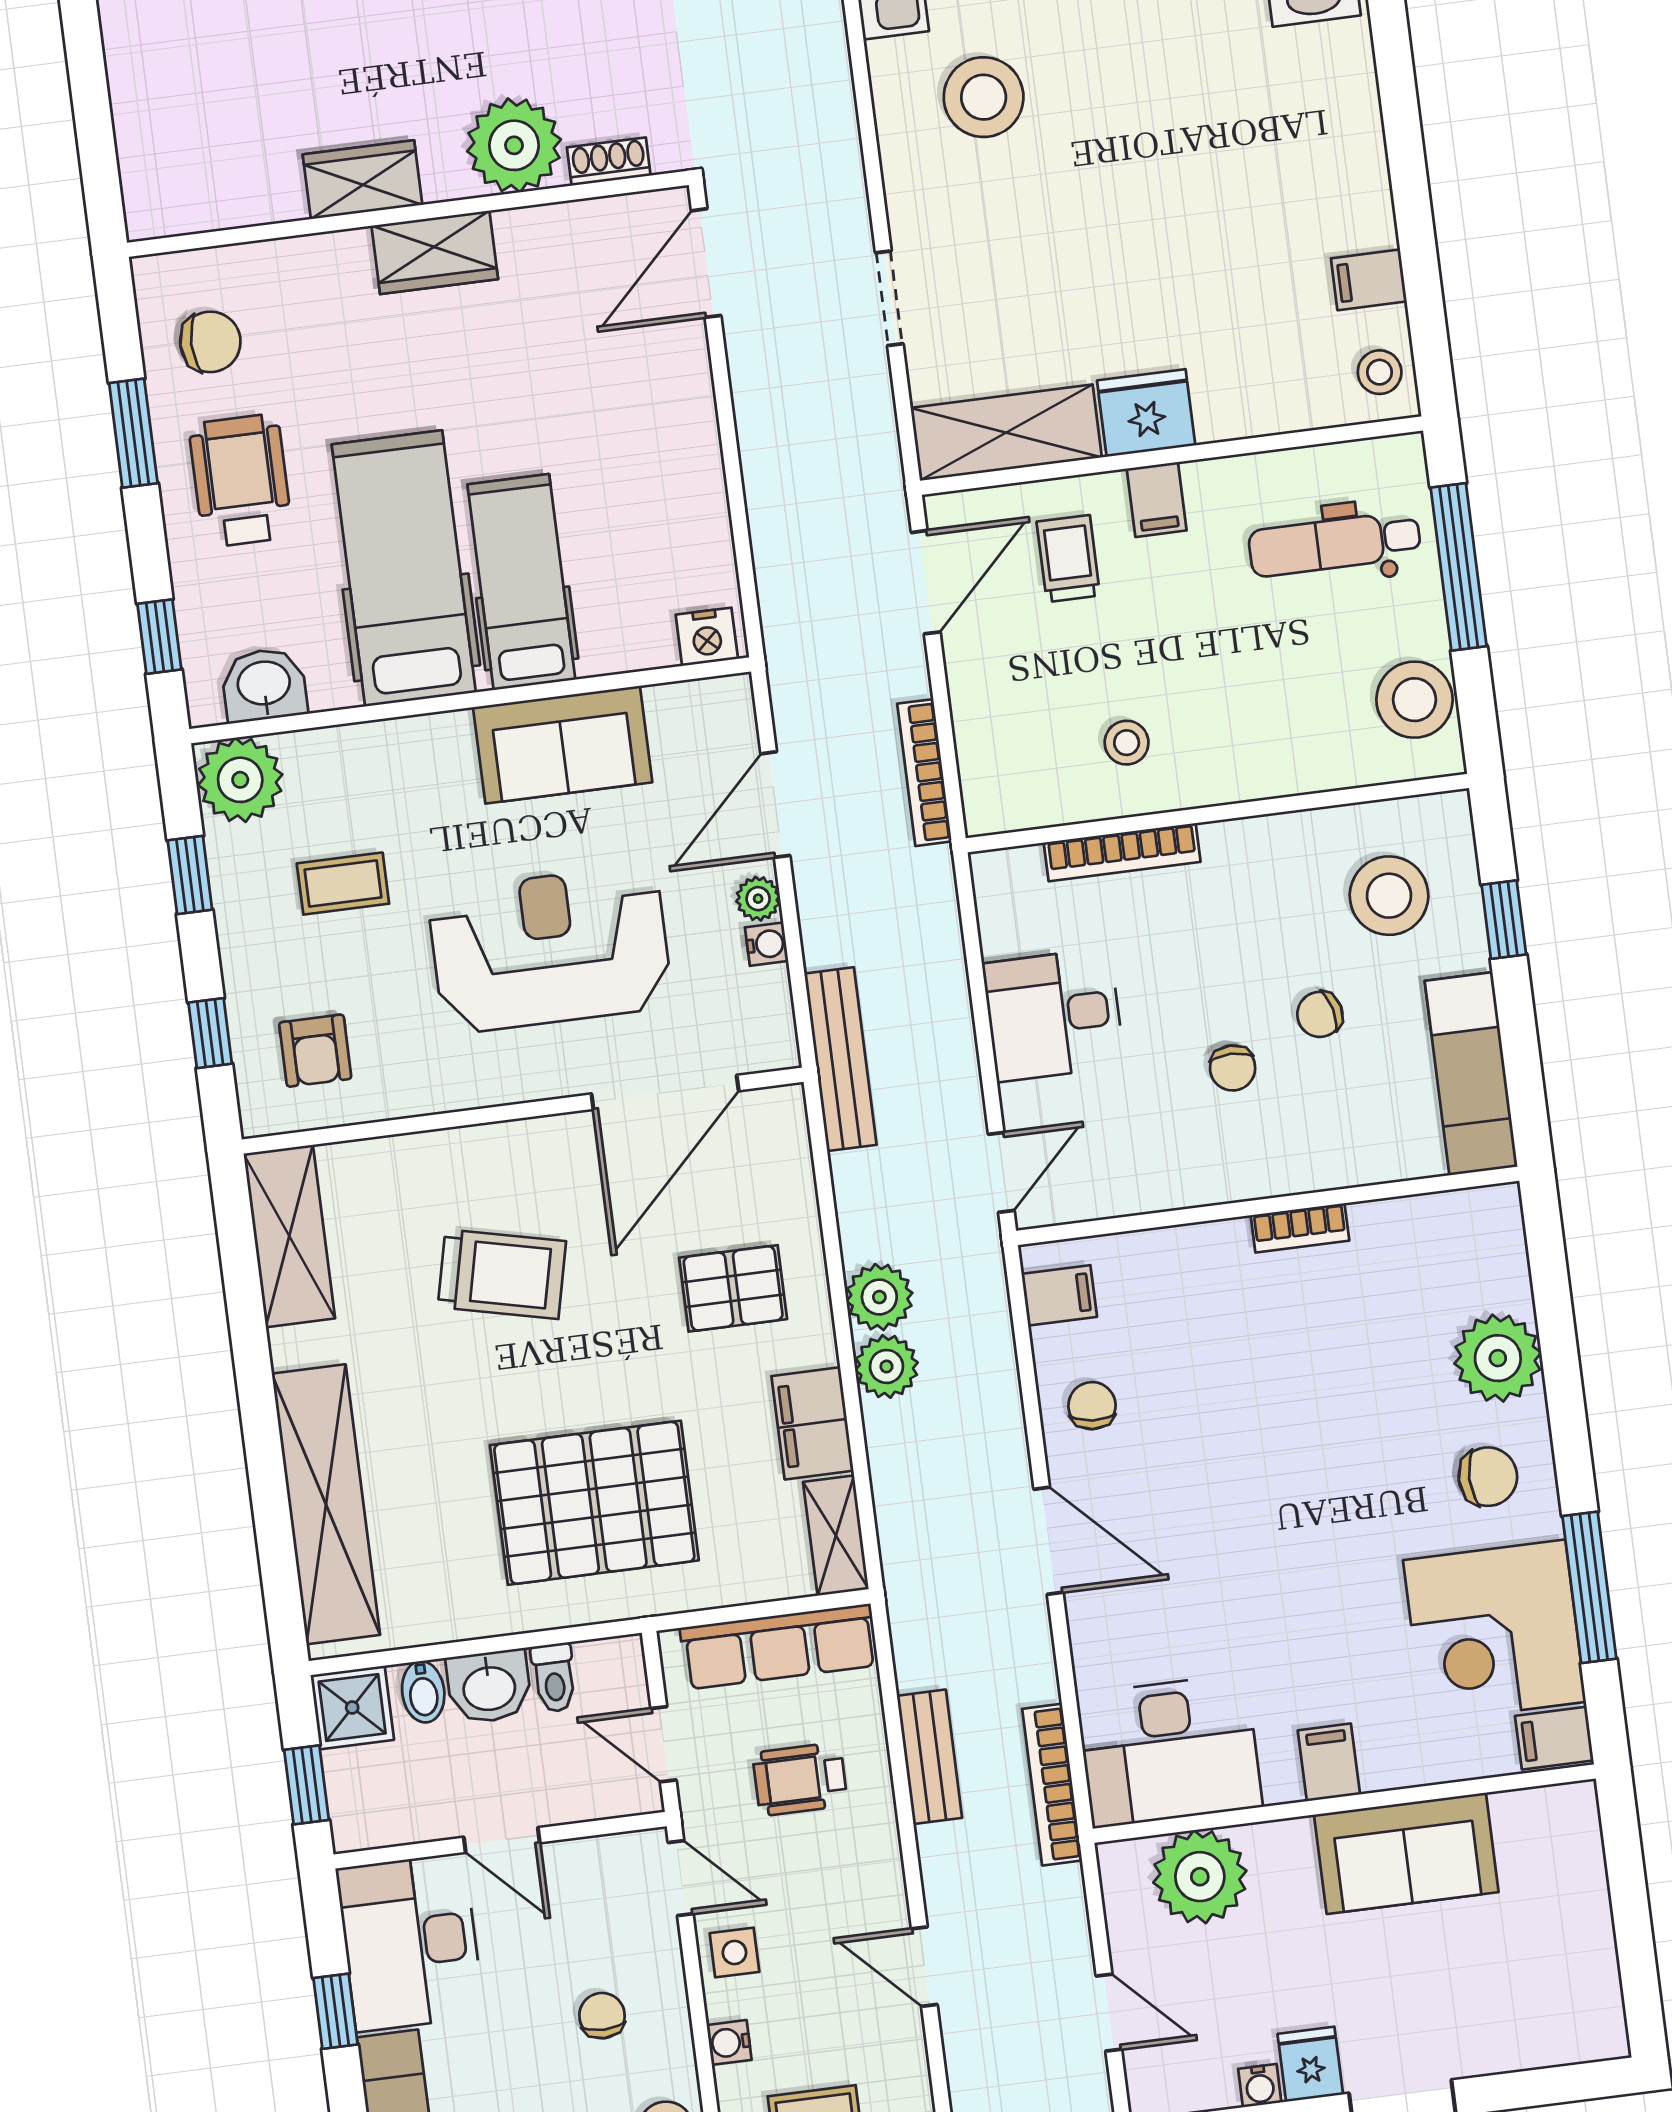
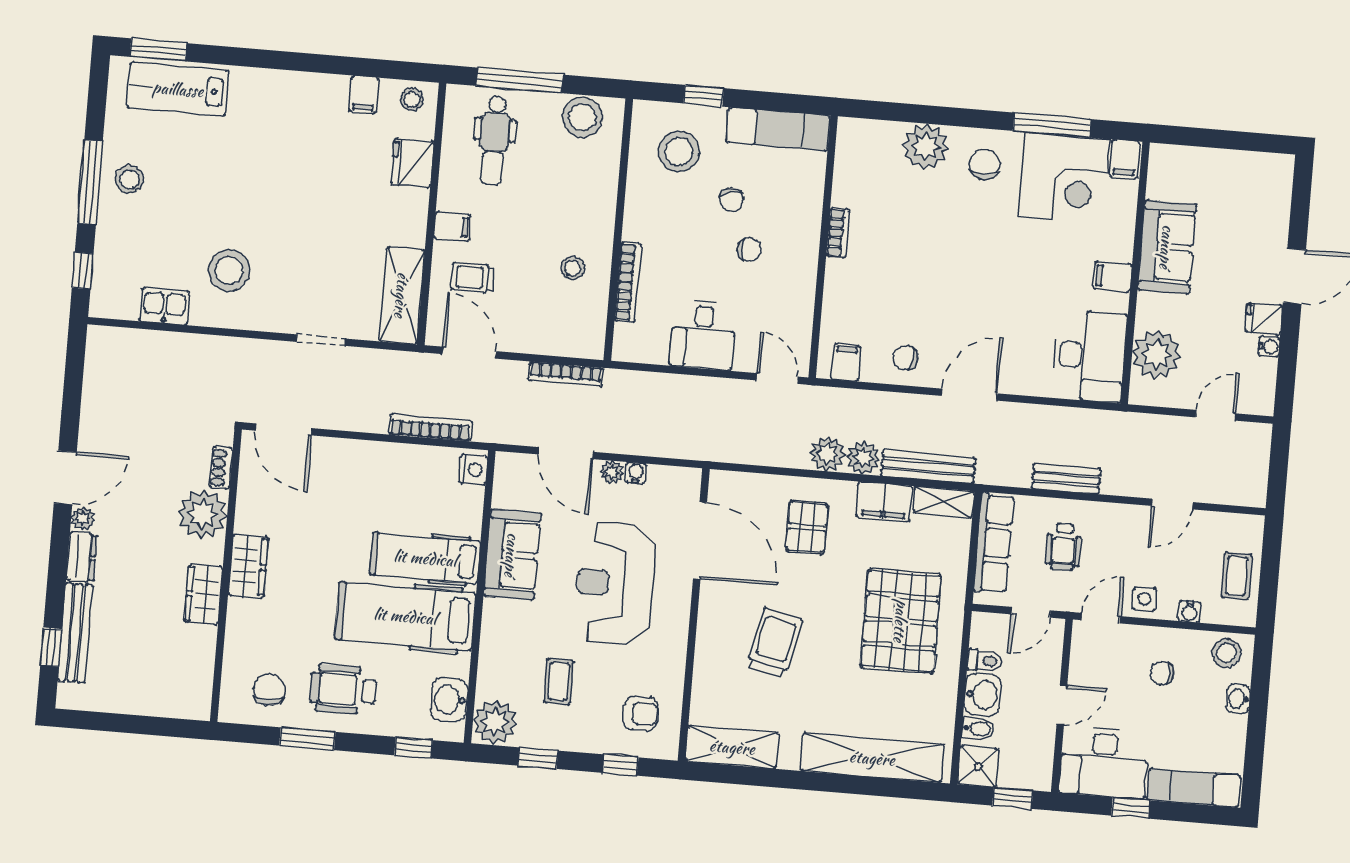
fridge: (1146, 413) -> (412, 163), moved
bench: (840, 1059) -> (928, 467), moved
bookcase: (1052, 1785) -> (431, 428), moved, turned 180

